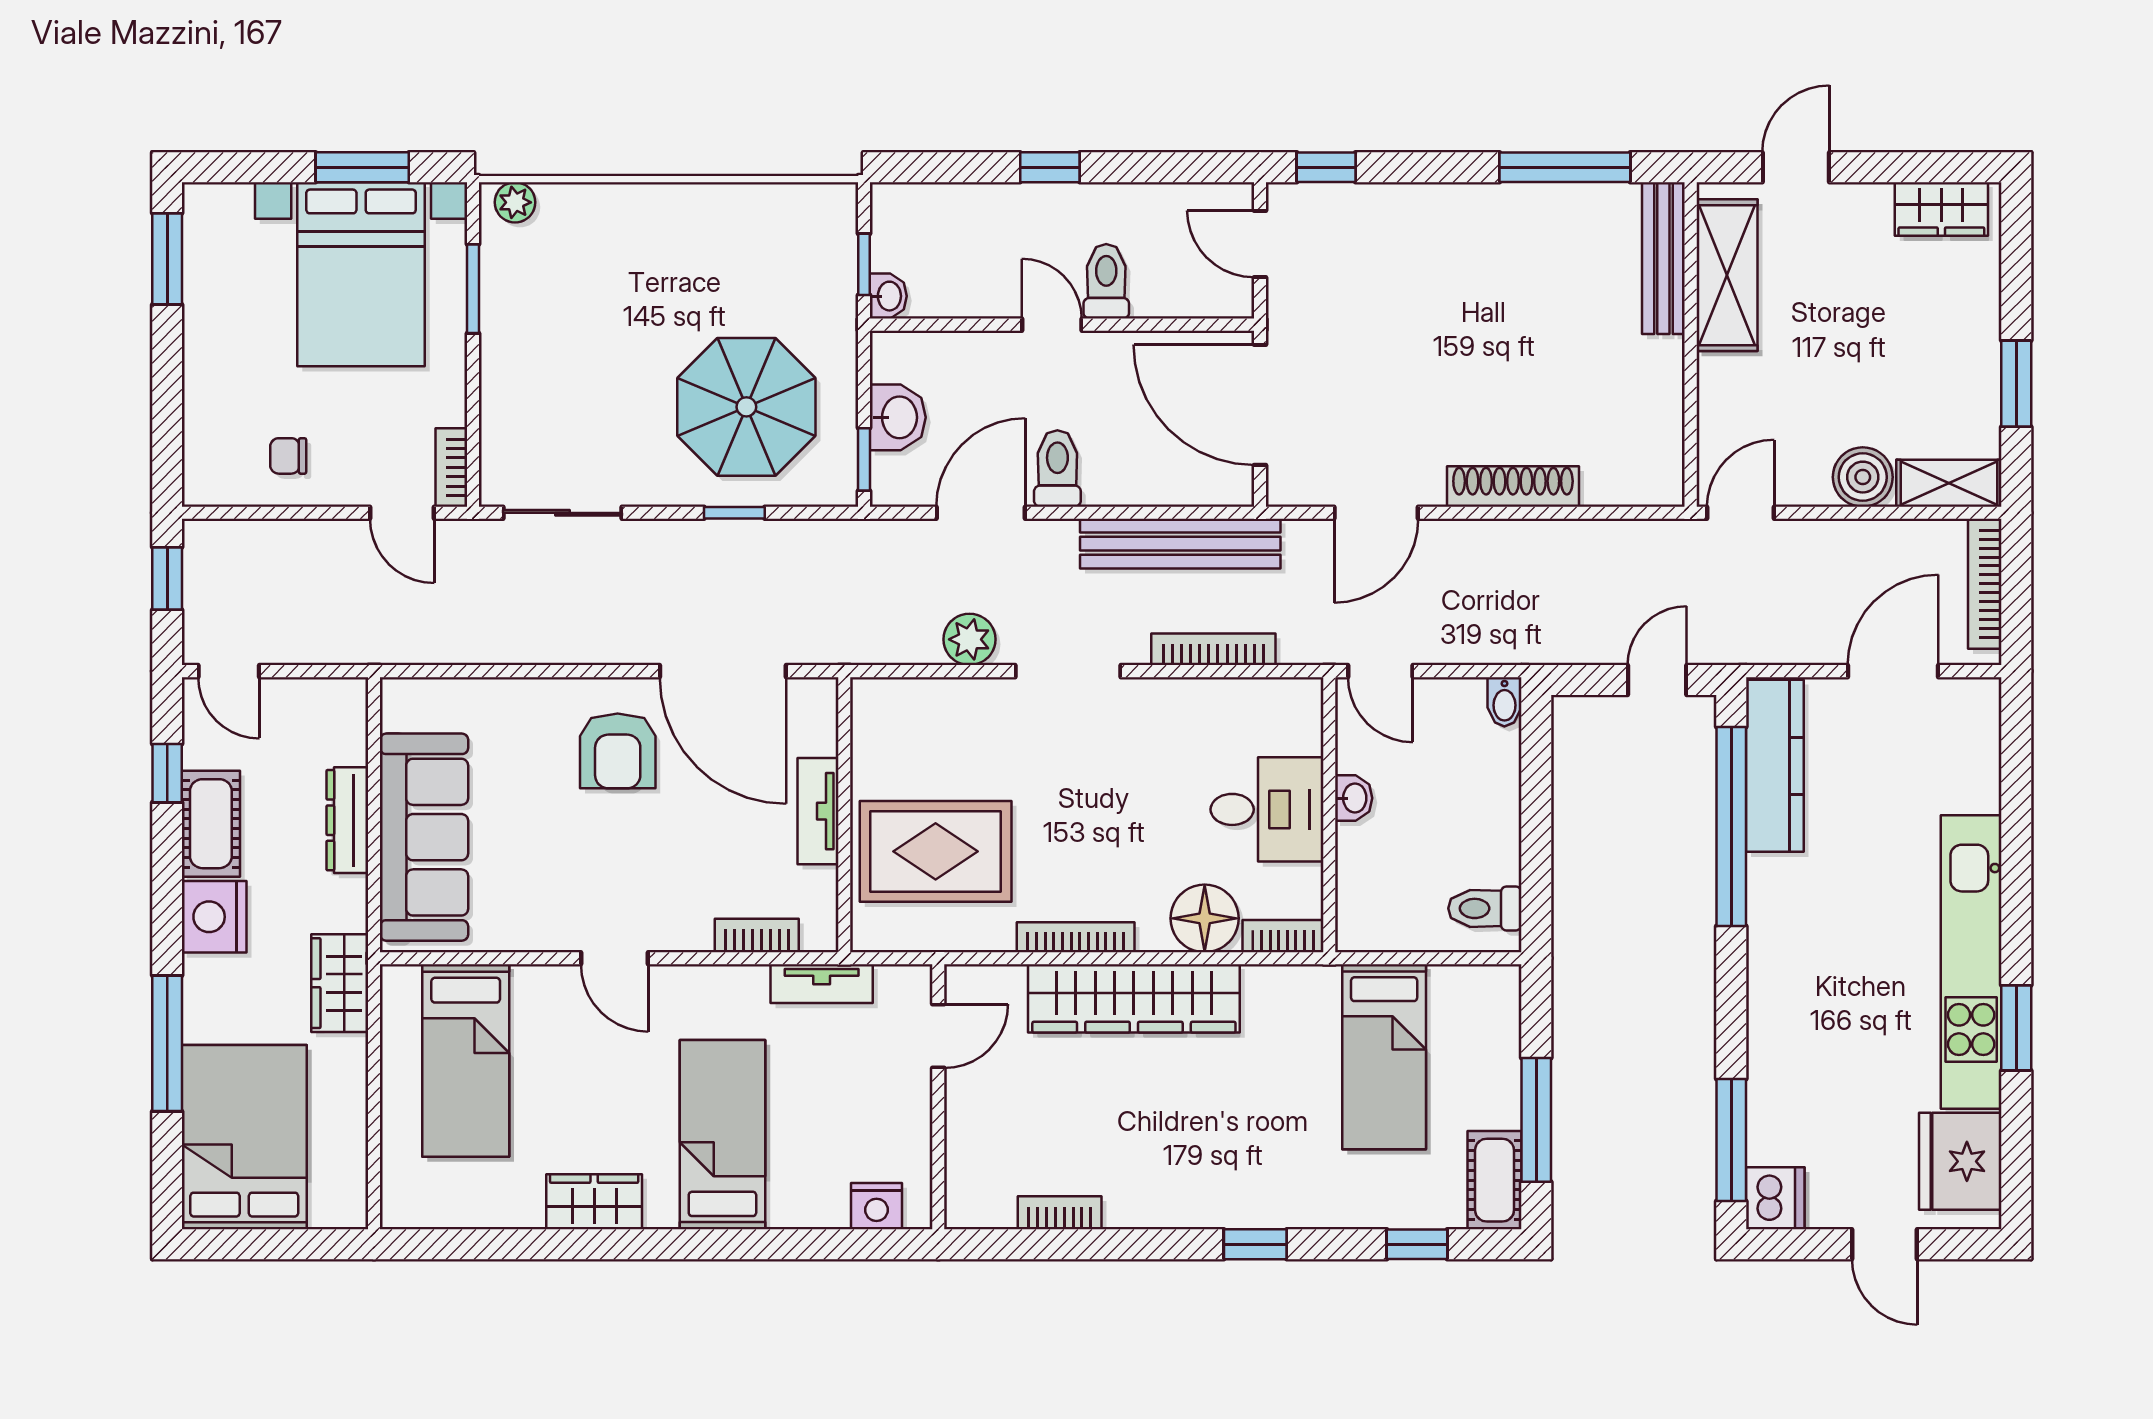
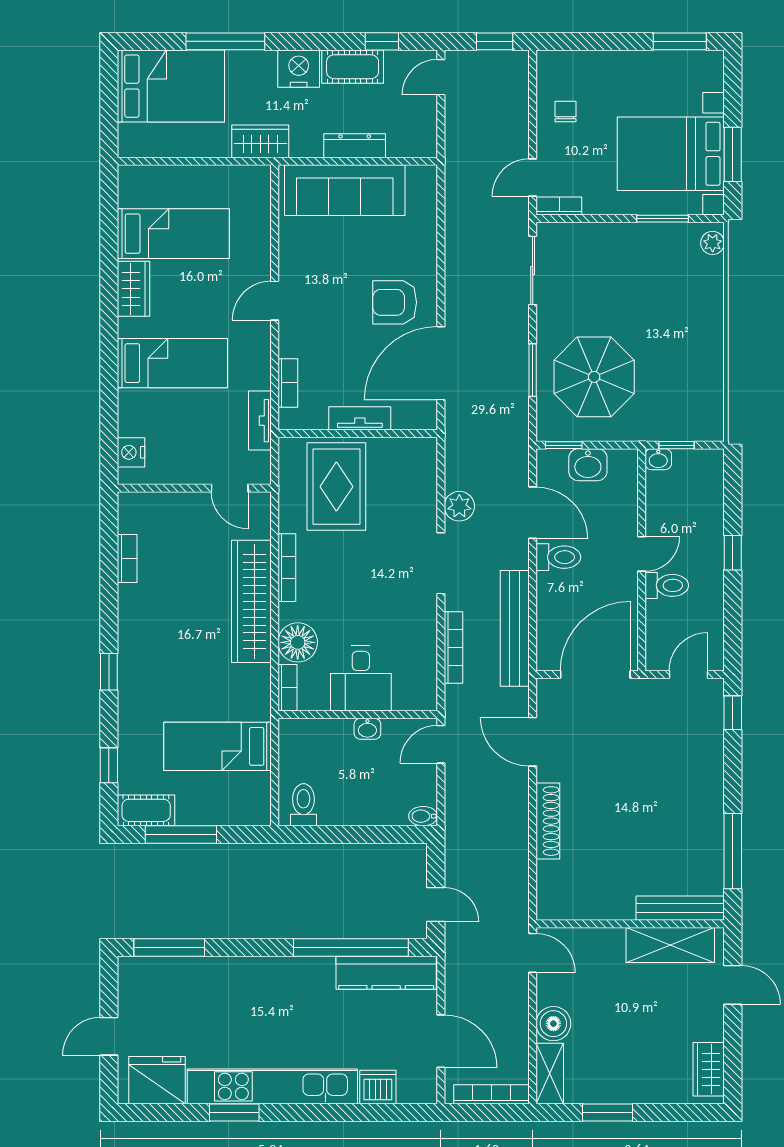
window: (734, 513) -> (533, 370), width x1.50
bed: (466, 1060) -> (173, 234), moved, turned 180
dishwasher: (1775, 1198) -> (378, 1087), moved, turned 180

